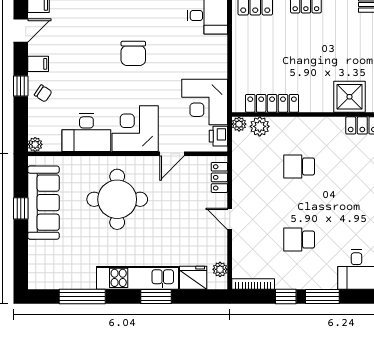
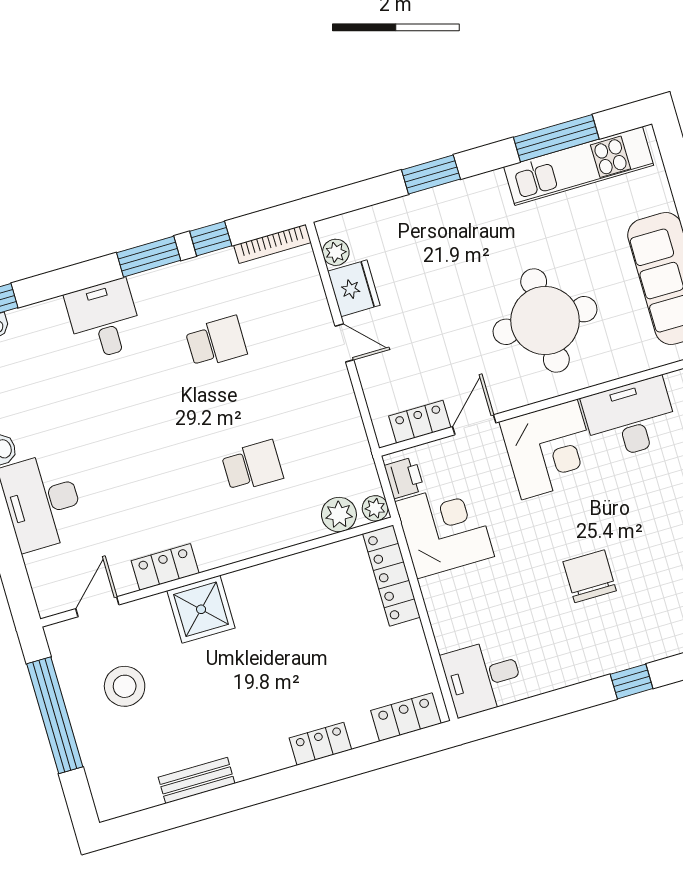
locker: (272, 103) -> (391, 576), moved, turned 90
locker: (219, 177) -> (420, 422), moved, turned -90
kitchen unit: (137, 278) -> (579, 166), moved
fridge: (193, 278) -> (354, 288), moved, turned -90

